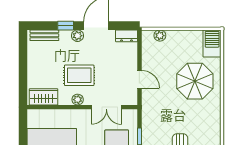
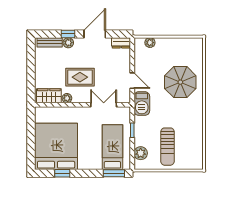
plant: (77, 36) -> (68, 43), moved
barbecue: (212, 43) -> (142, 104), moved, turned 180
plant: (78, 100) -> (67, 98), moved
double door: (106, 107) -> (104, 105), swing flipped

